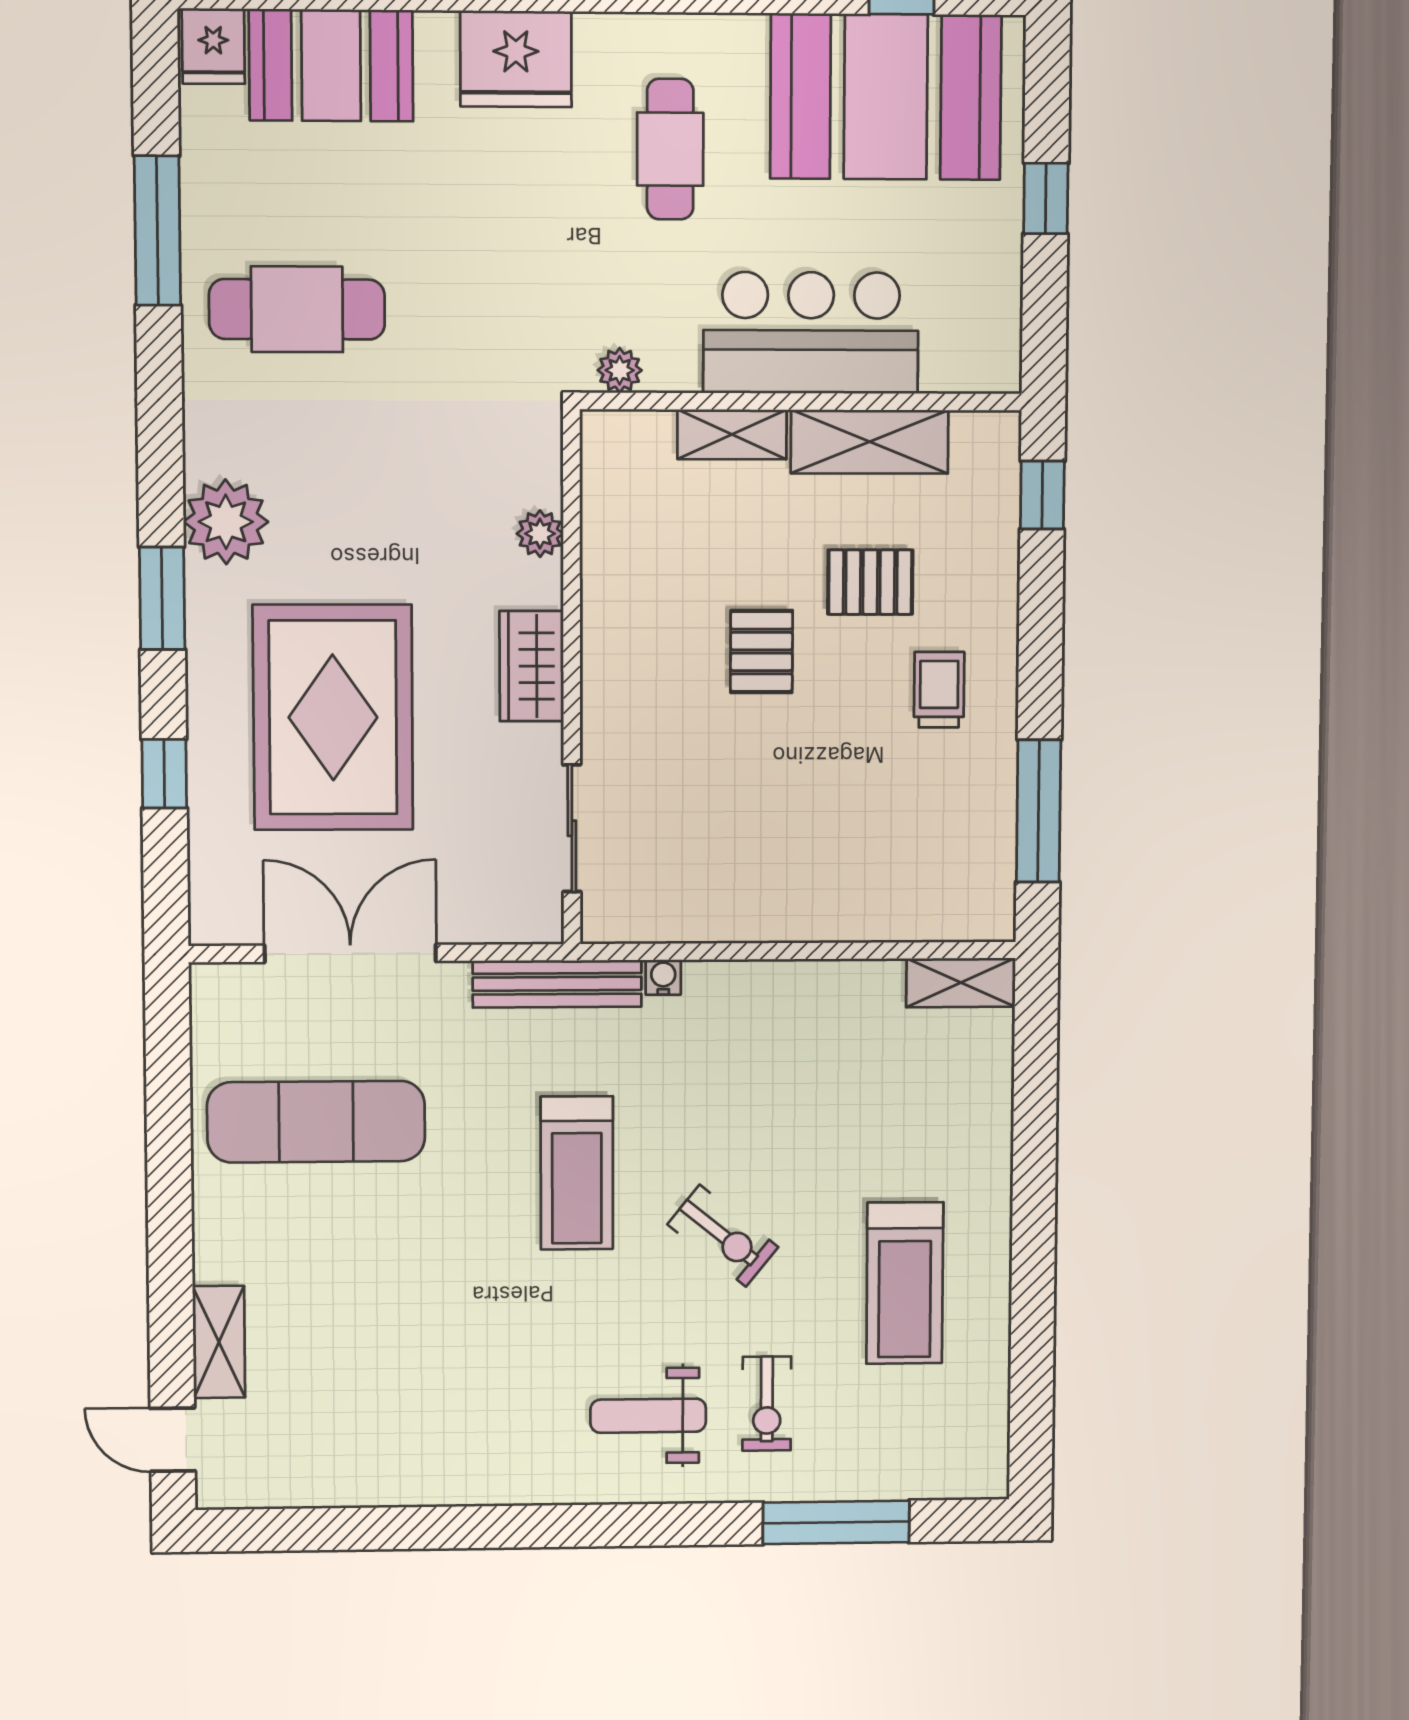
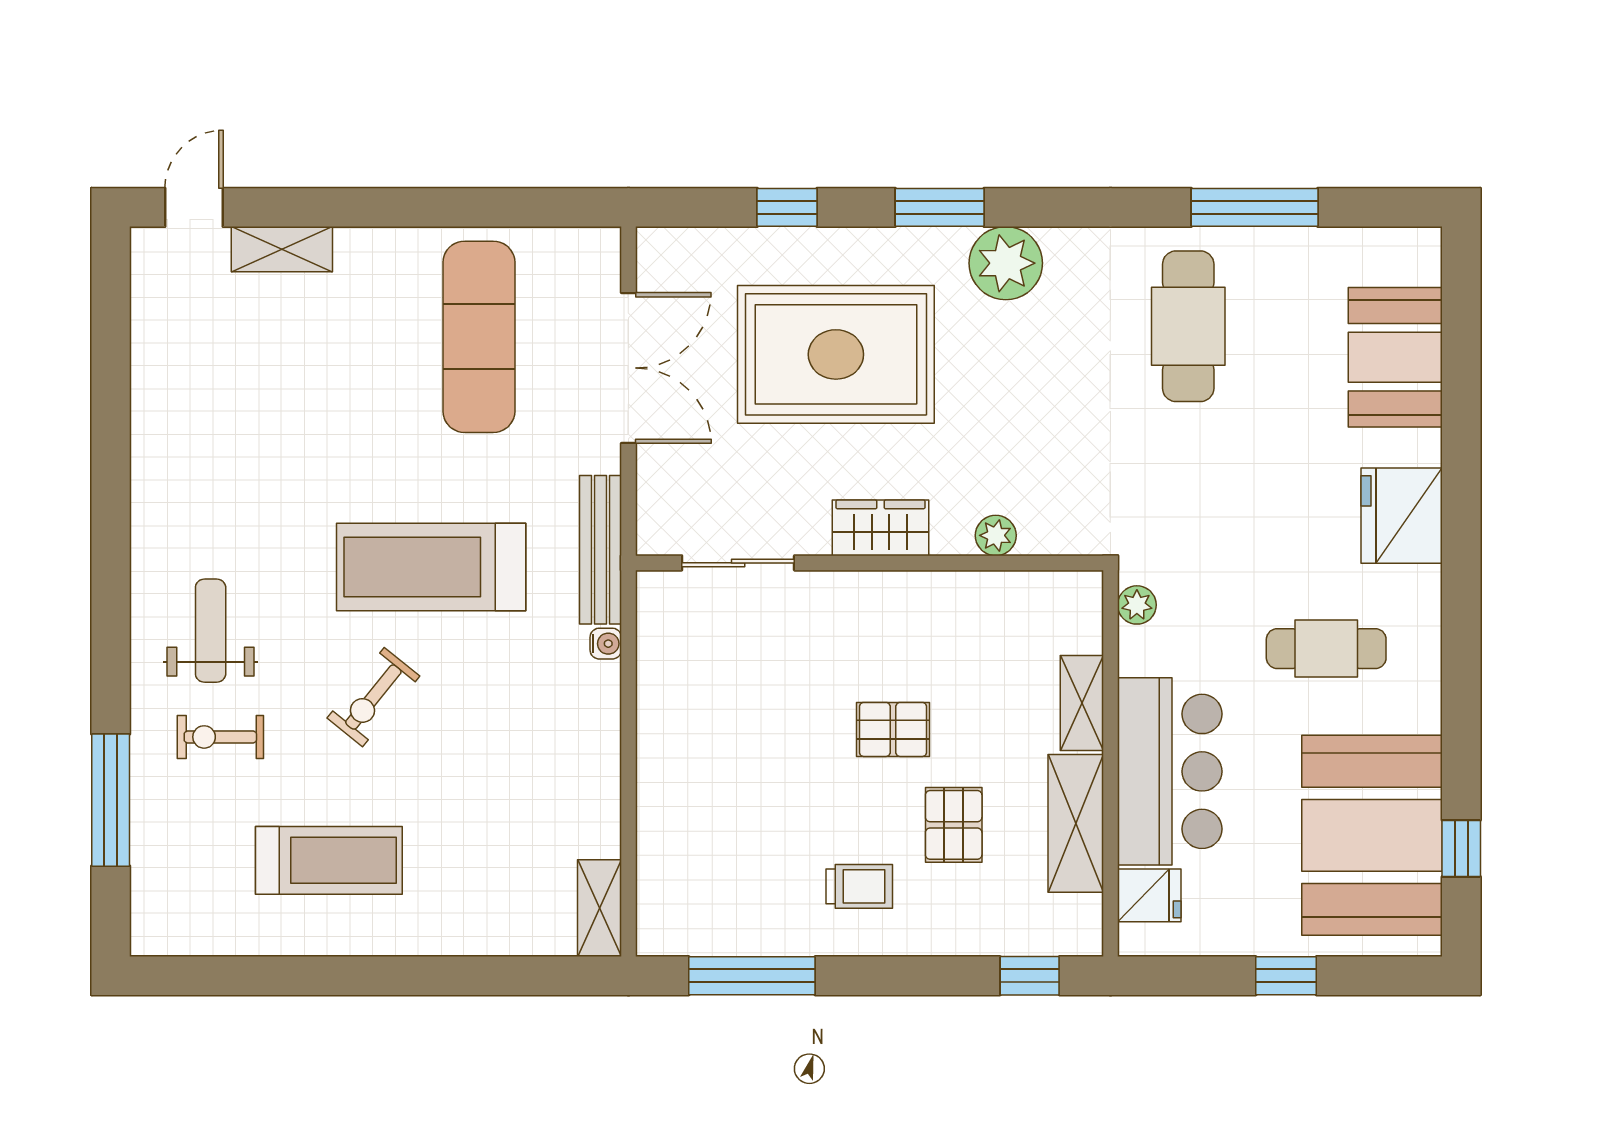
fridge: (213, 46) -> (1149, 895), moved, turned 180
treadmill: (577, 1173) -> (431, 567), width x1.37, depth x1.38
treadmill: (905, 1283) -> (329, 860), turned 180

